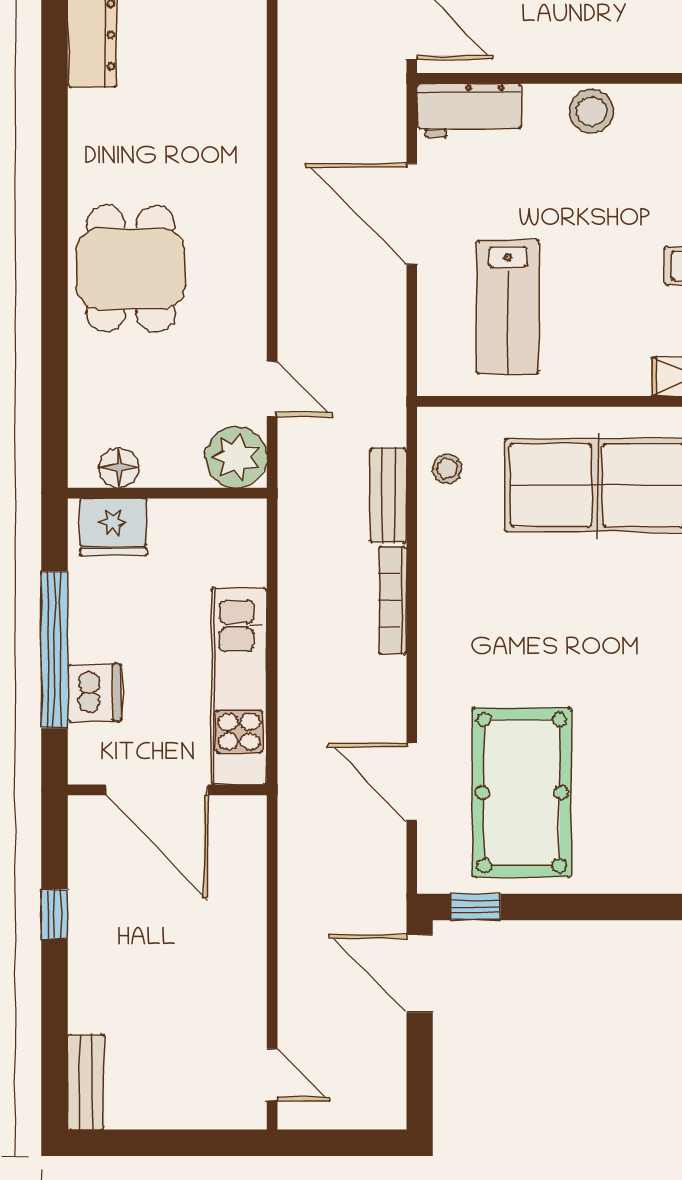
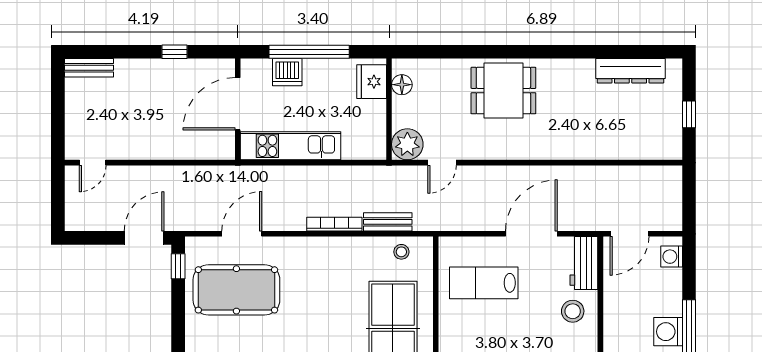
stool: (592, 111) -> (573, 311), moved

